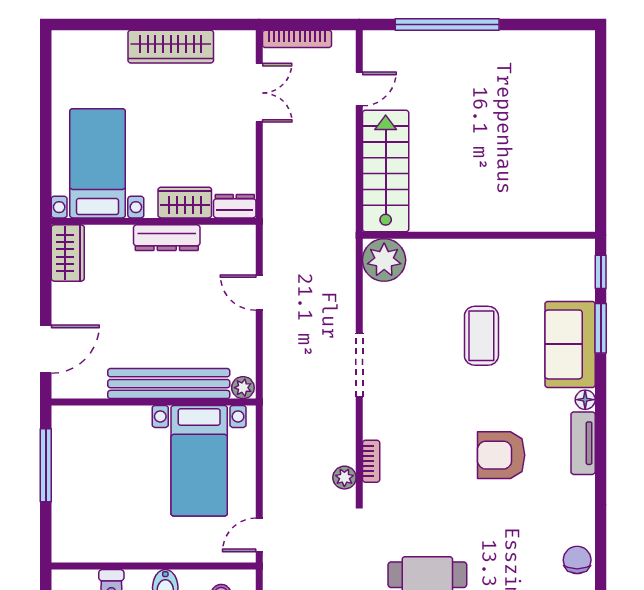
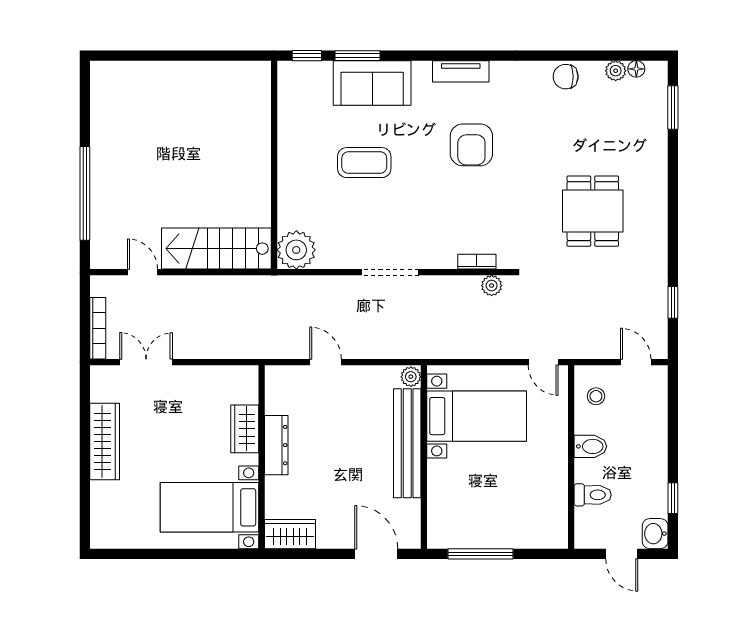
dresser: (235, 206) -> (248, 384), removed
door: (259, 293) -> (326, 362), swing flipped
floor lamp: (585, 400) -> (422, 69), removed

